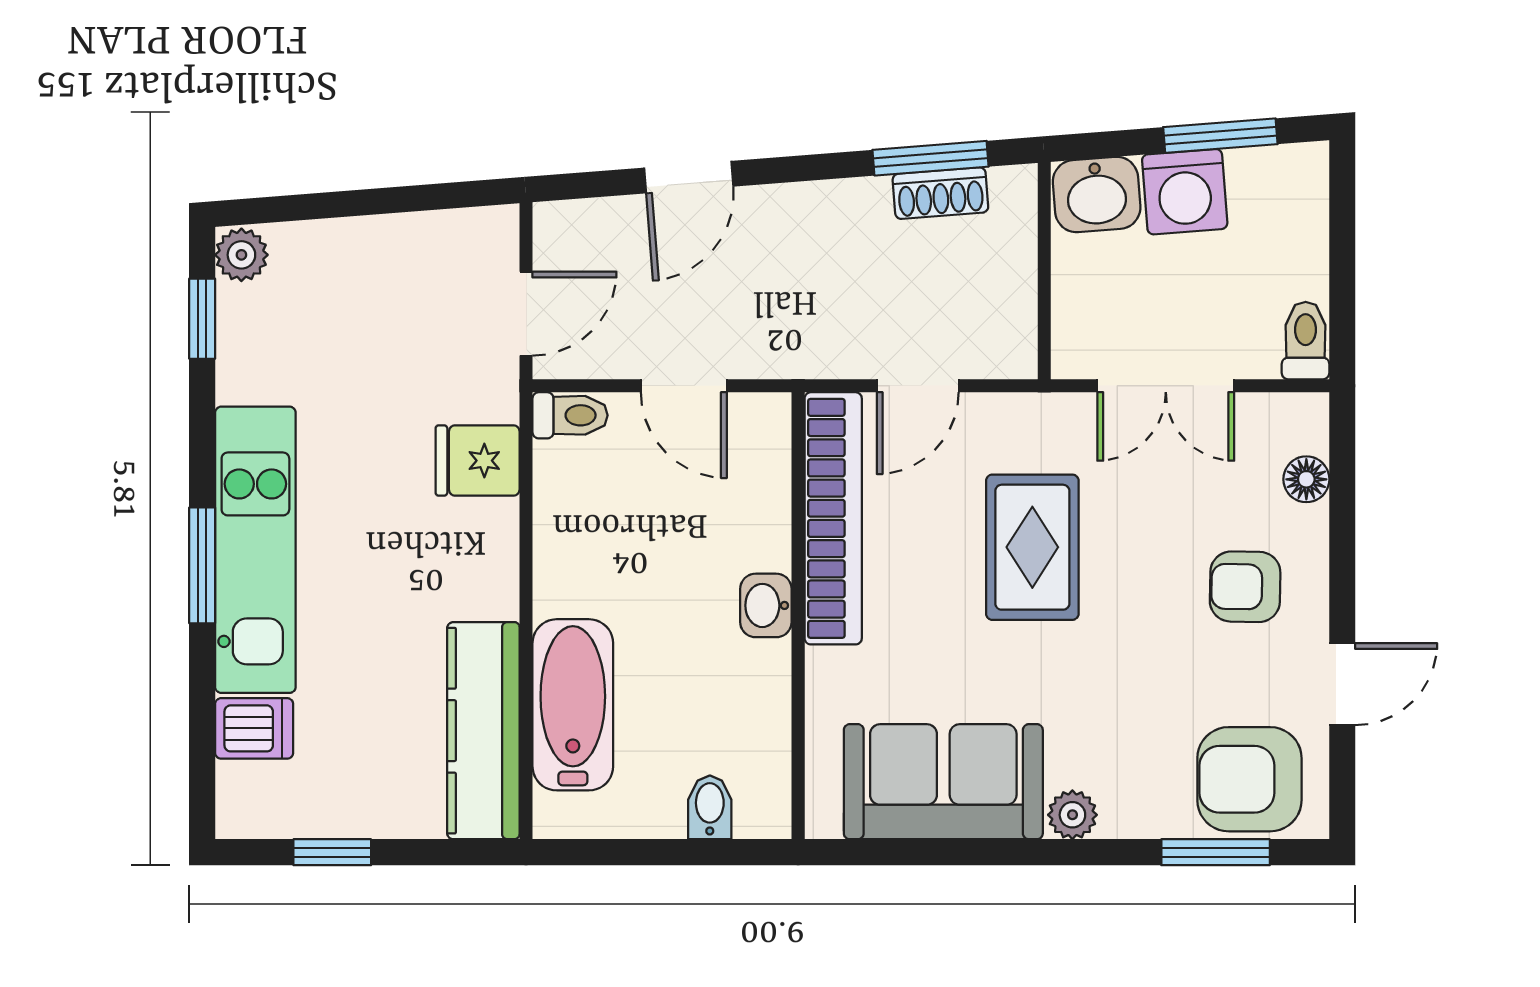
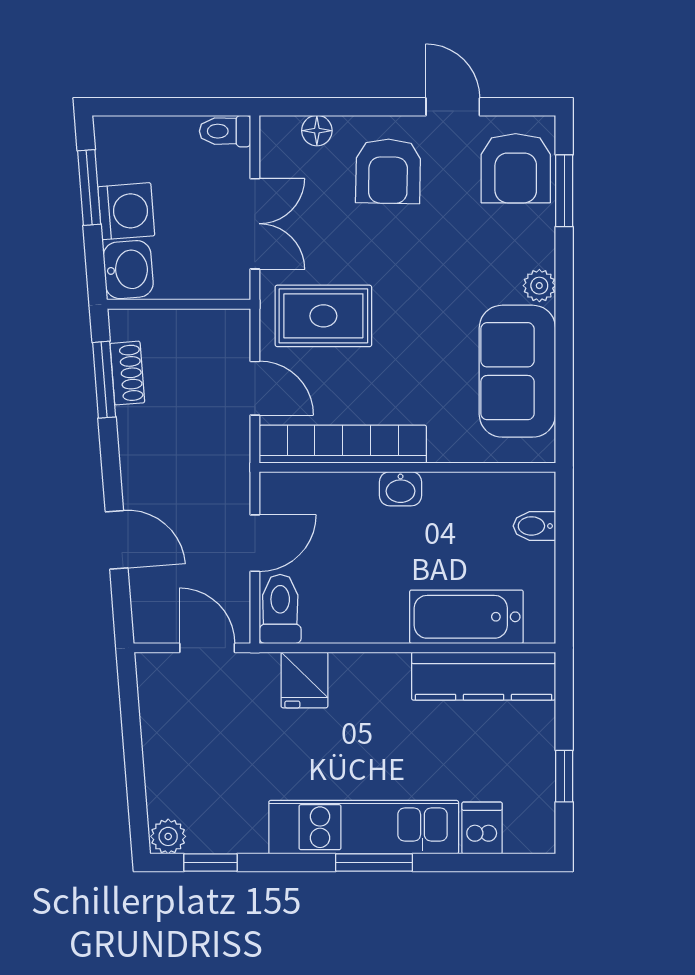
toilet: (570, 415) -> (280, 609), width x1.37, depth x1.39
rug: (1032, 547) -> (323, 316), moved
armchair: (1245, 587) -> (388, 171), width x1.38, depth x1.38

